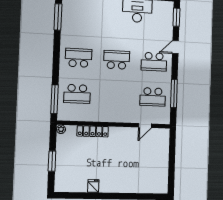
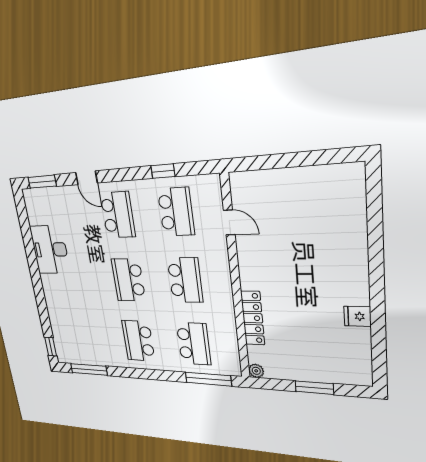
window: (174, 94) -> (163, 171), width x0.46
school desk: (115, 95) -> (185, 280), added

